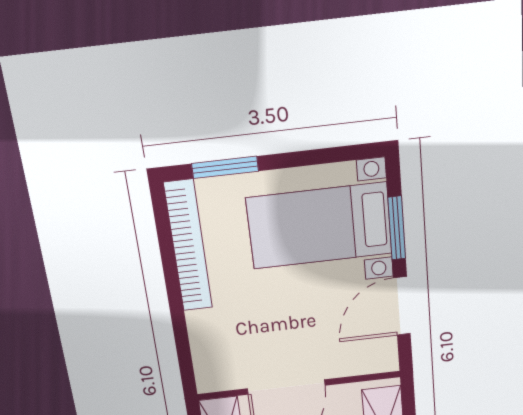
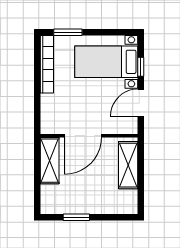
window: (397, 228) -> (141, 67), width x0.67

